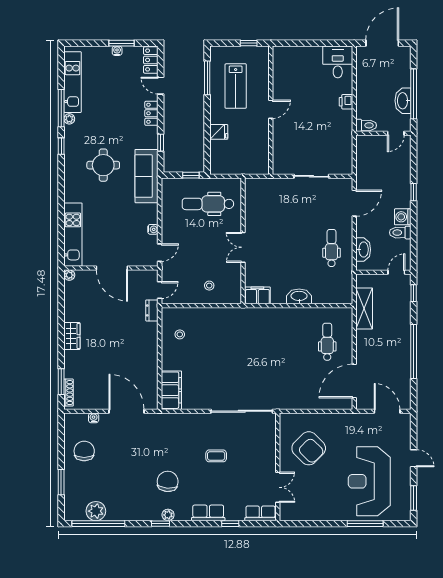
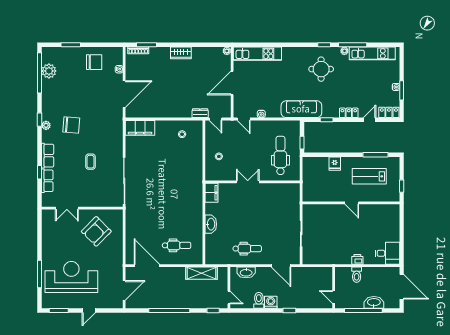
washbasin: (403, 101) -> (374, 302), moved
toilet: (366, 125) -> (357, 275), moved
round table: (103, 165) -> (321, 69), moved
row of seats: (260, 513) -> (47, 181), moved

